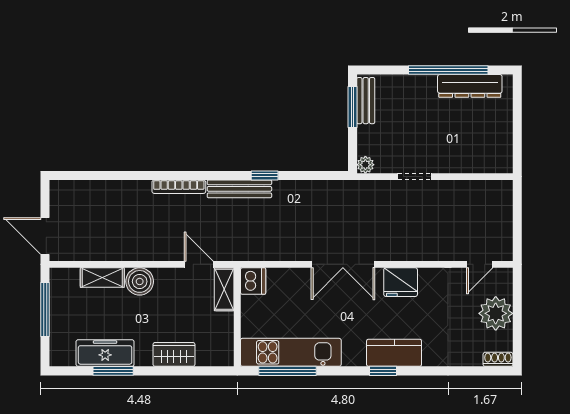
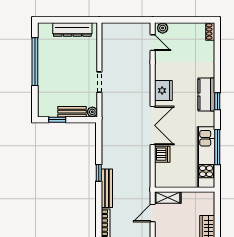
dresser: (470, 86) -> (72, 29), moved, turned 90
bench: (366, 101) -> (72, 112), moved
window: (352, 107) -> (57, 120), width x0.67
dishwasher: (253, 281) -> (162, 154), moved, turned 90
plant: (496, 313) -> (163, 28), moved, width x0.53, depth x0.53
window: (287, 371) -> (217, 147), moved

